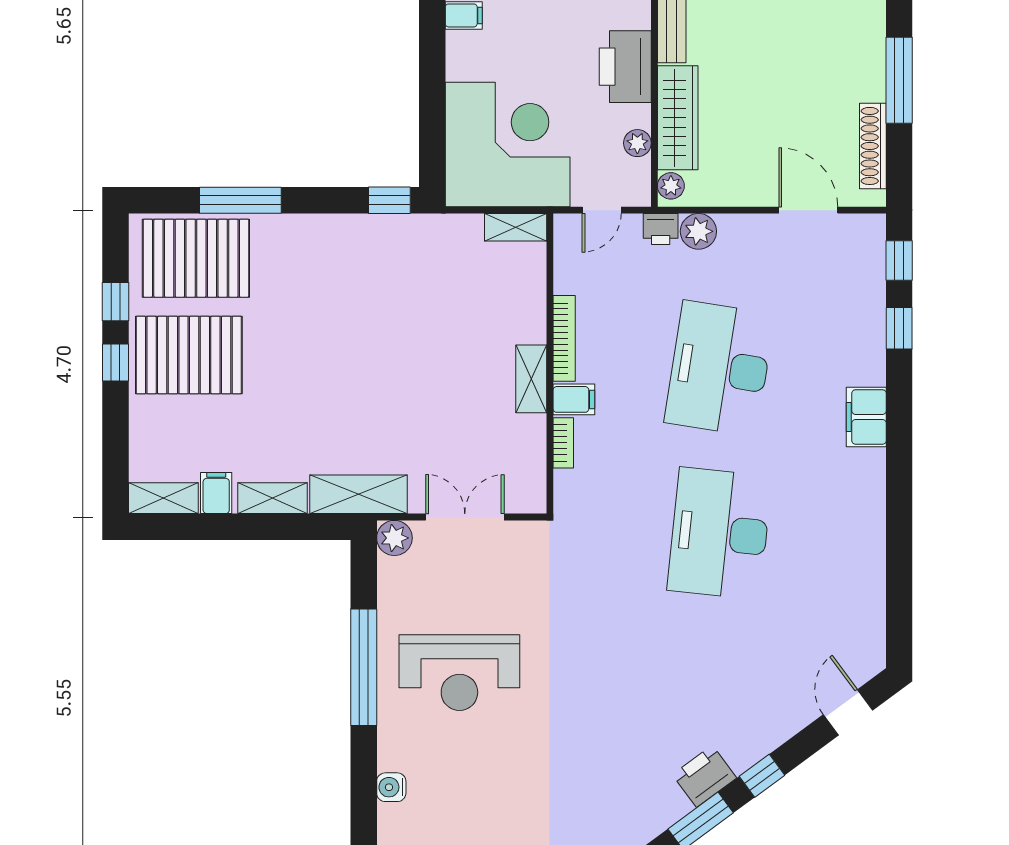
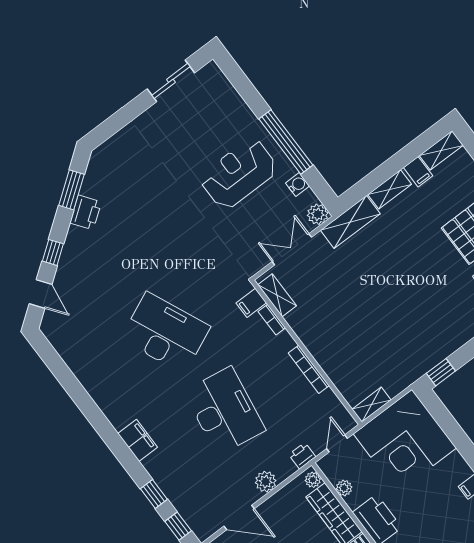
plant: (698, 231) -> (266, 482), moved
shelving: (531, 379) -> (277, 295), moved
filing cabinet: (574, 399) -> (251, 303), moved
double door: (465, 517) -> (292, 249), swing flipped
desk: (720, 533) -> (165, 333), turned -30
window: (762, 776) -> (53, 252), moved
water cooler: (391, 787) -> (298, 185), moved

